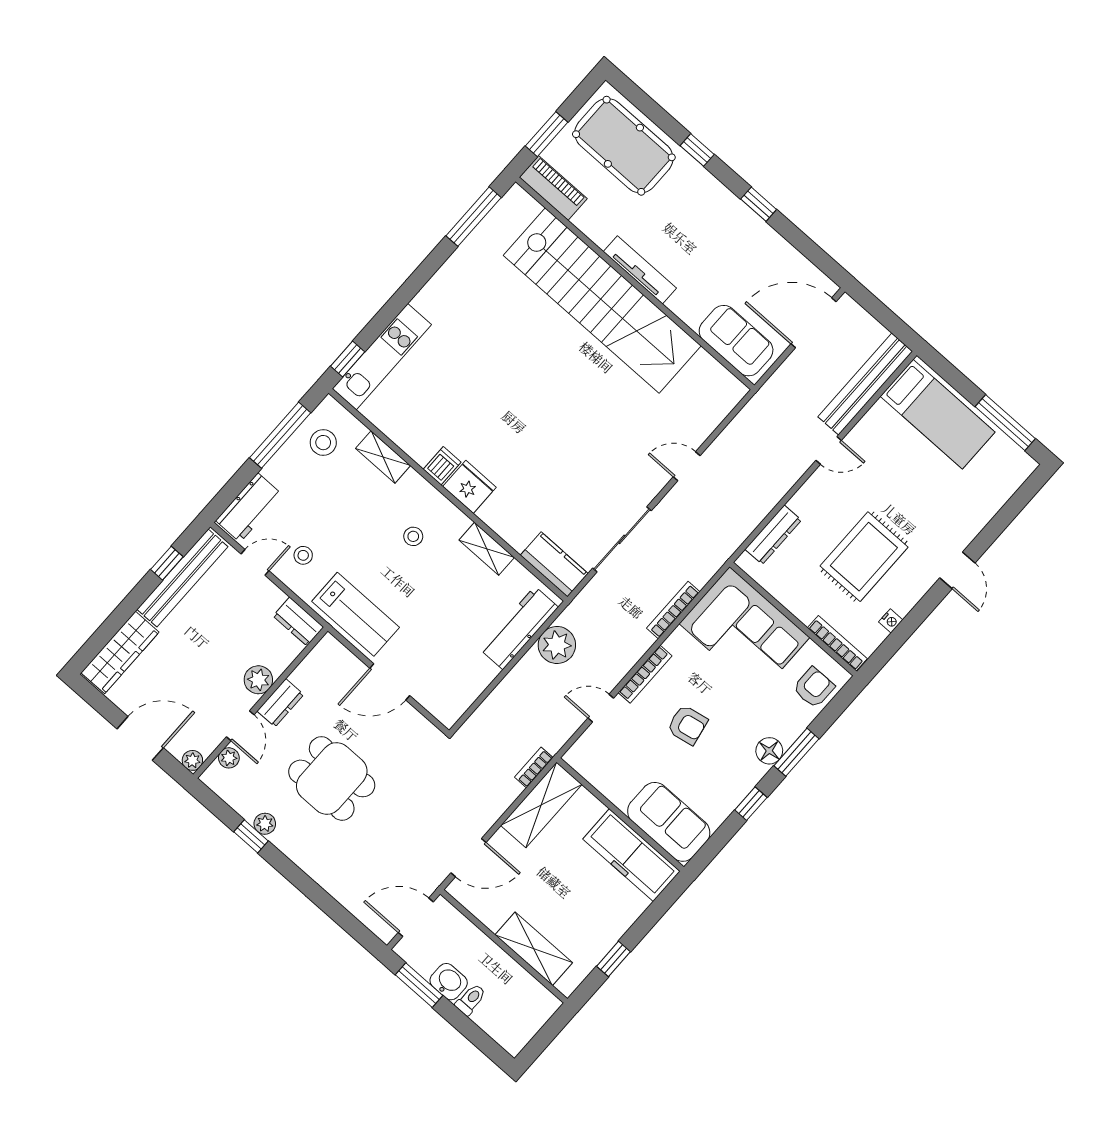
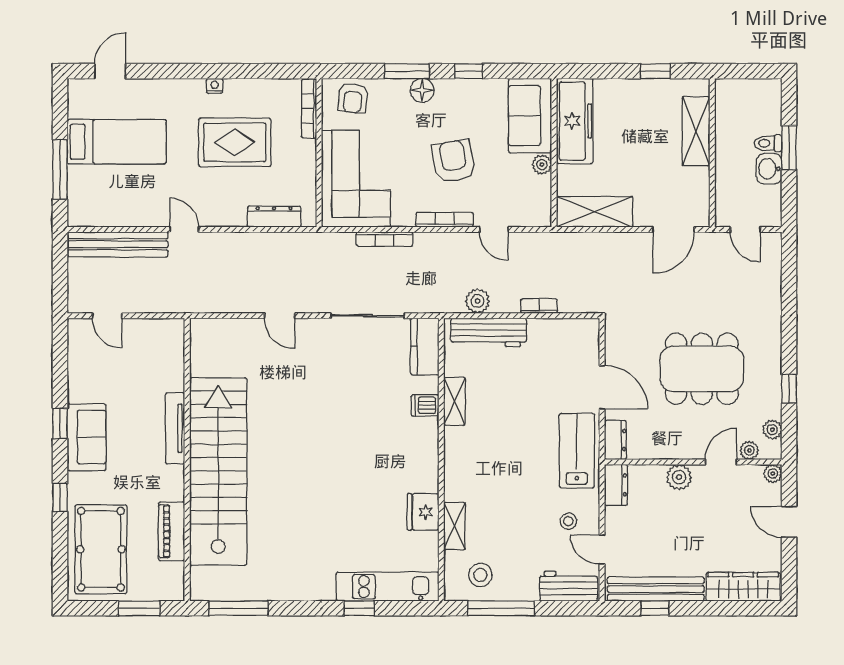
piano: (553, 188) -> (172, 531), moved
tv unit: (640, 270) -> (175, 428), moved
door: (814, 323) -> (107, 316), width x0.53
sofa: (736, 341) -> (87, 437), moved, turned 180
window: (348, 359) -> (359, 608), moved
bed: (938, 414) -> (117, 142), moved, turned 90
window: (1005, 423) -> (60, 169), moved
dishwasher: (442, 466) -> (425, 405), moved
fridge: (469, 487) -> (423, 512), moved
stool: (413, 536) -> (490, 458), removed
door: (957, 570) -> (110, 71), moved
nightstand: (891, 621) -> (215, 86), moved
plant: (557, 645) -> (478, 301), width x0.73, depth x0.73
armchair: (814, 687) -> (353, 98), turned -84
dresser: (280, 703) -> (615, 440), moved, turned 90
armchair: (687, 725) -> (454, 161), width x1.38, depth x1.38
door: (140, 738) -> (789, 522), width x0.73
bookcase: (534, 767) -> (539, 306), moved, turned 180
dining table: (332, 778) -> (702, 369), width x1.38
plant: (619, 796) -> (542, 165), added
plant: (265, 824) -> (772, 430), moved
door: (468, 858) -> (674, 229), swing flipped
door: (416, 917) -> (745, 229), width x0.73
window: (419, 985) -> (789, 148), moved

